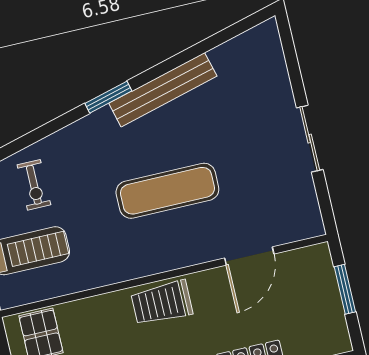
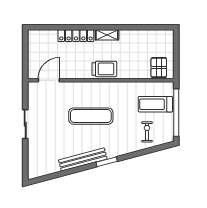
door: (249, 256) -> (49, 80), moved
window: (345, 289) -> (25, 57), removed

